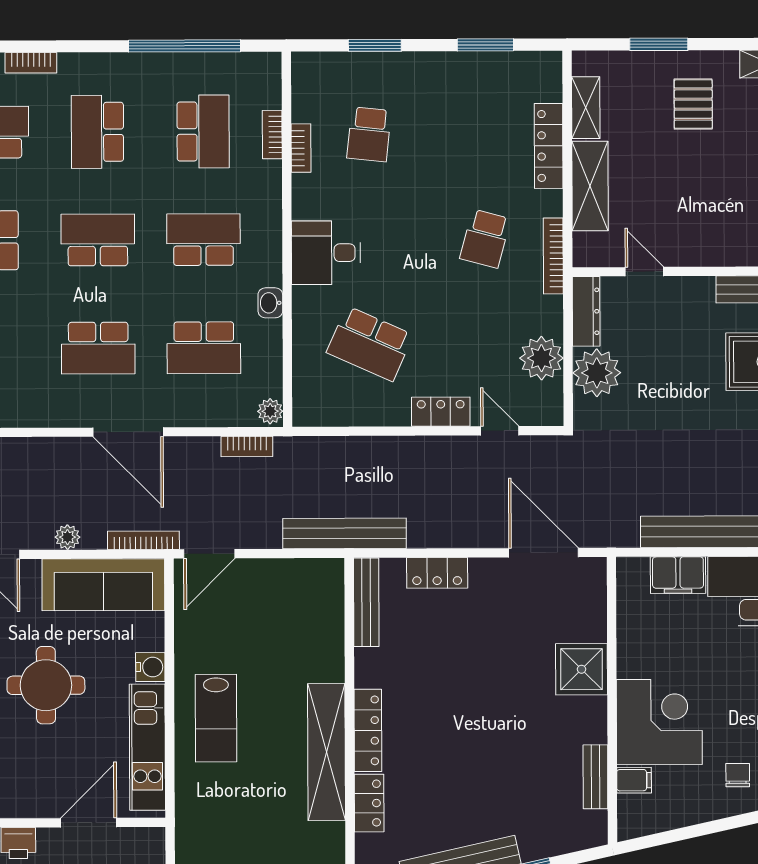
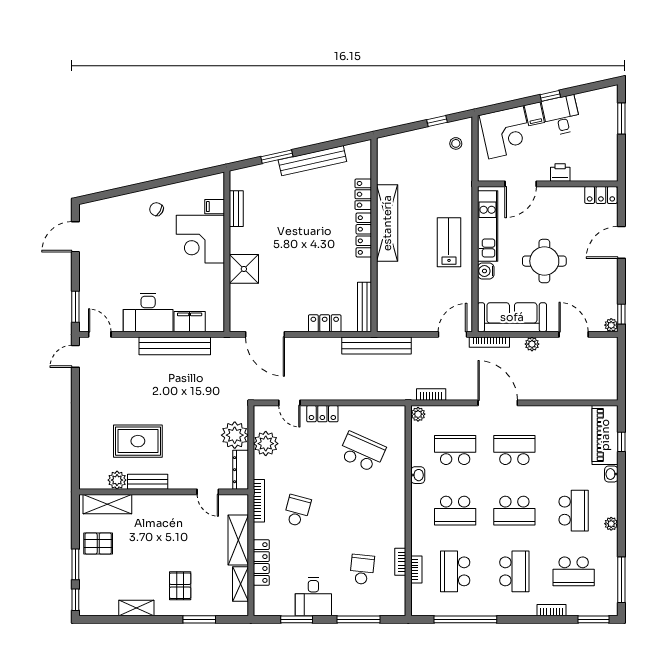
window: (375, 45) -> (359, 619), width x1.44
desk: (326, 253) -> (313, 597), moved, turned 90
chair: (738, 775) -> (156, 209), turned 120

